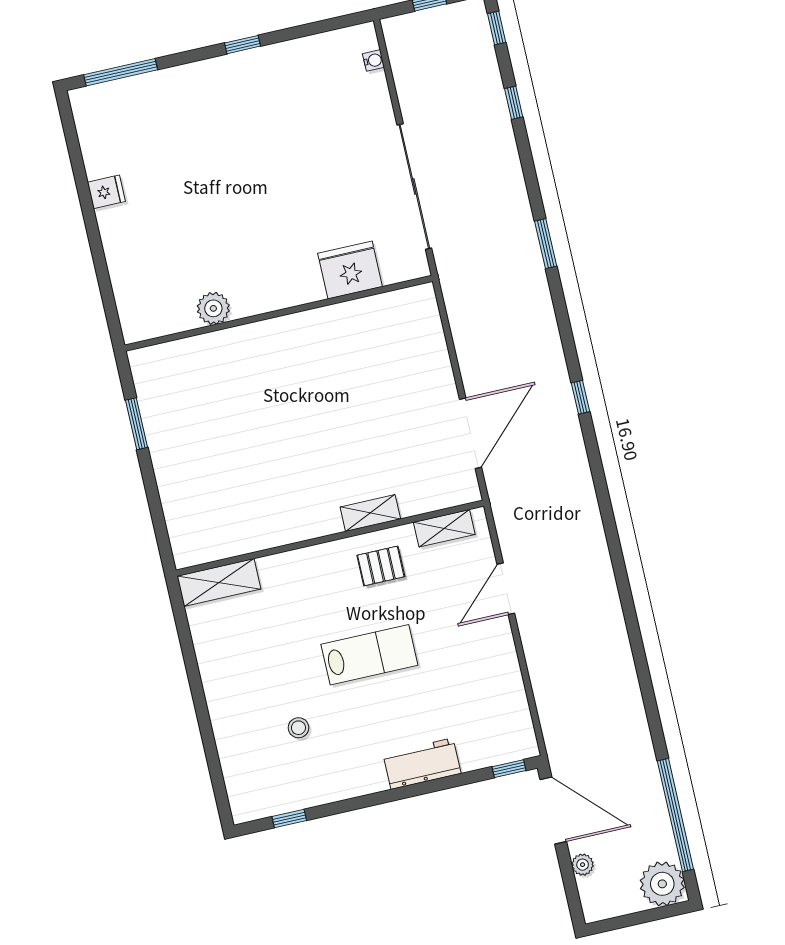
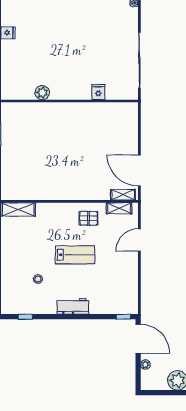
fridge: (350, 270) -> (98, 92), width x0.53, depth x0.75
door: (470, 433) -> (139, 170), swing flipped
shelving: (370, 513) -> (123, 195), moved
workbench: (422, 764) -> (73, 306), moved

